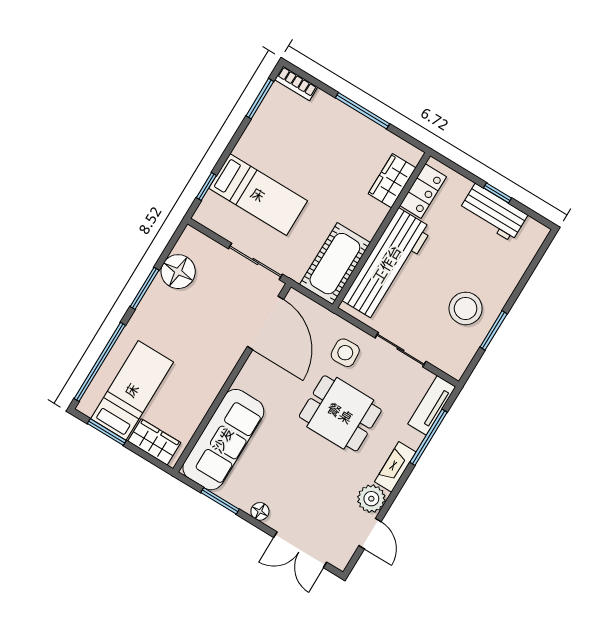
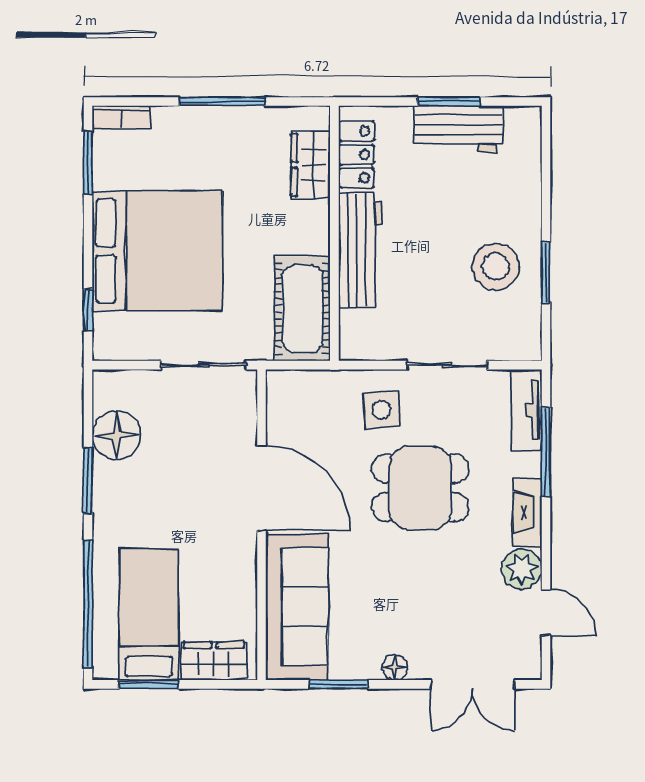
window: (498, 193) -> (449, 101), width x1.50
bed: (258, 195) -> (157, 251), width x2.04
workbench: (387, 264) -> (360, 250), width x0.73, depth x0.76
door: (265, 323) -> (262, 488), moved

